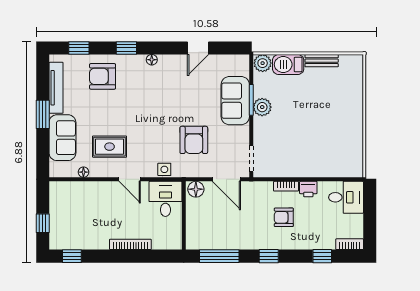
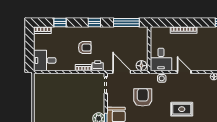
rug: (110, 147) -> (182, 109), moved
printer: (308, 189) -> (98, 66), moved

